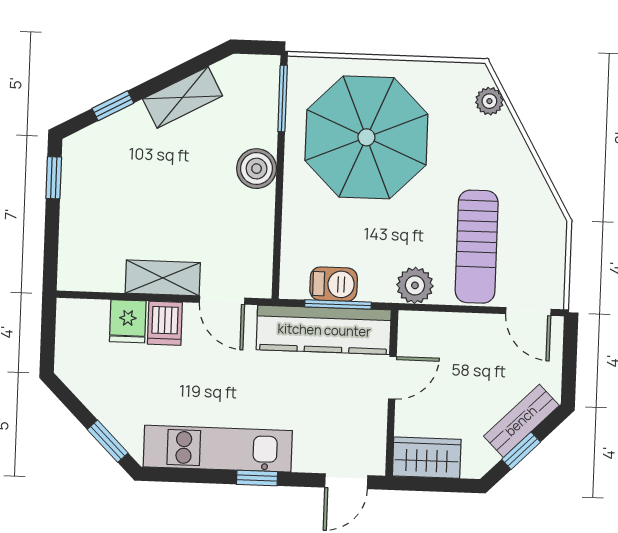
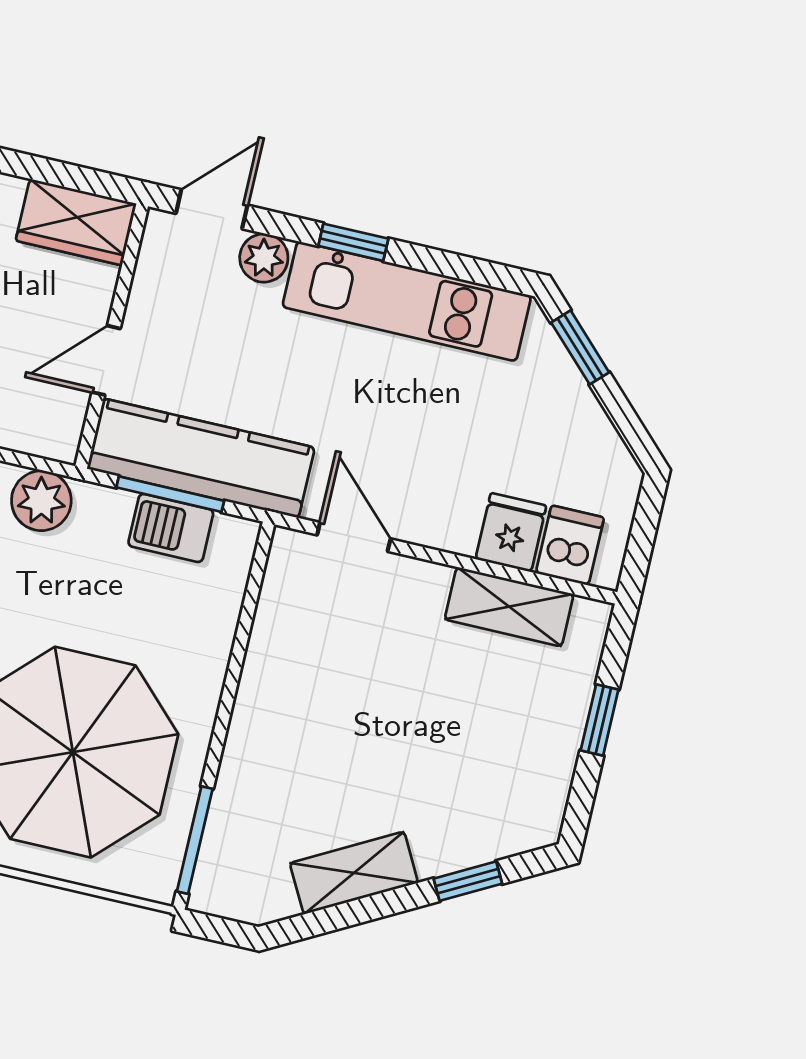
boiler: (257, 169) -> (258, 736), removed
window: (54, 178) -> (600, 720), moved
shelving: (163, 278) -> (509, 607), moved
dishwasher: (165, 323) -> (570, 545), moved
plant: (309, 458) -> (264, 258), added

